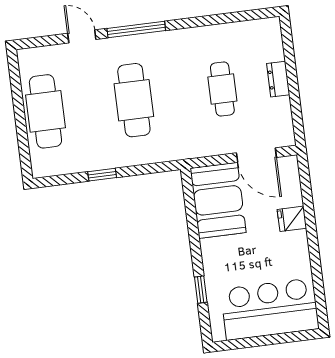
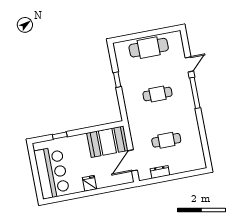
dresser: (278, 79) -> (160, 172), moved
cafe table: (134, 100) -> (157, 94), width x0.73, depth x0.74
fridge: (292, 219) -> (89, 183), moved

